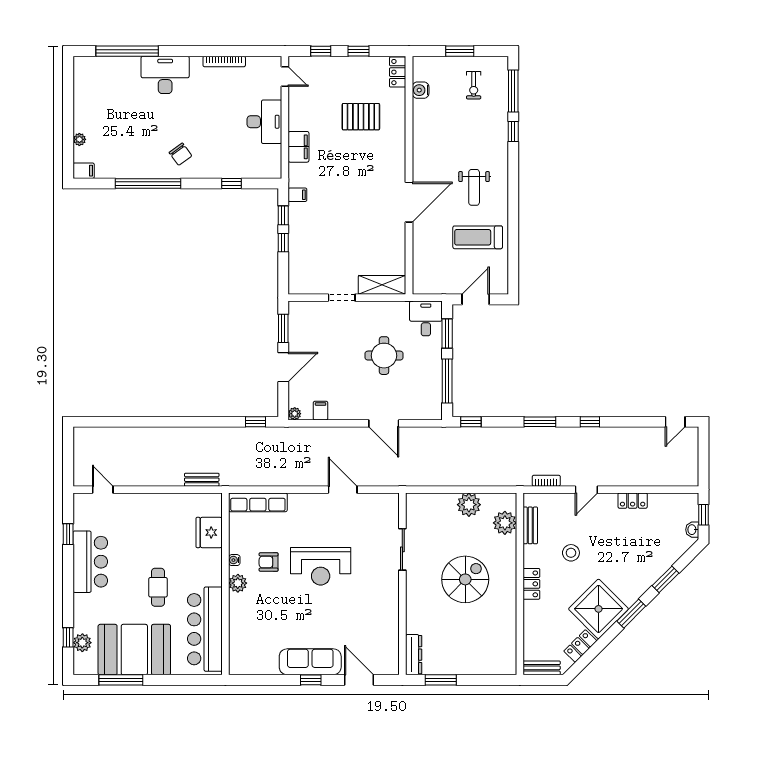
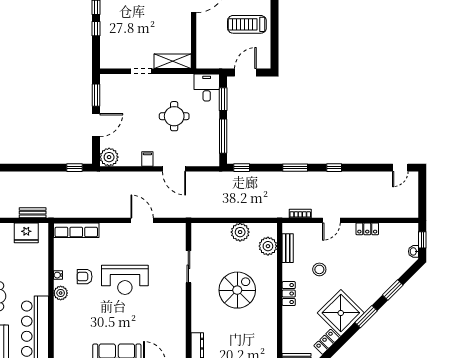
filing cabinet: (321, 411) -> (147, 159), moved
plant: (295, 414) -> (109, 157), width x1.88, depth x1.88
fridge: (209, 532) -> (26, 233), moved, turned -90

